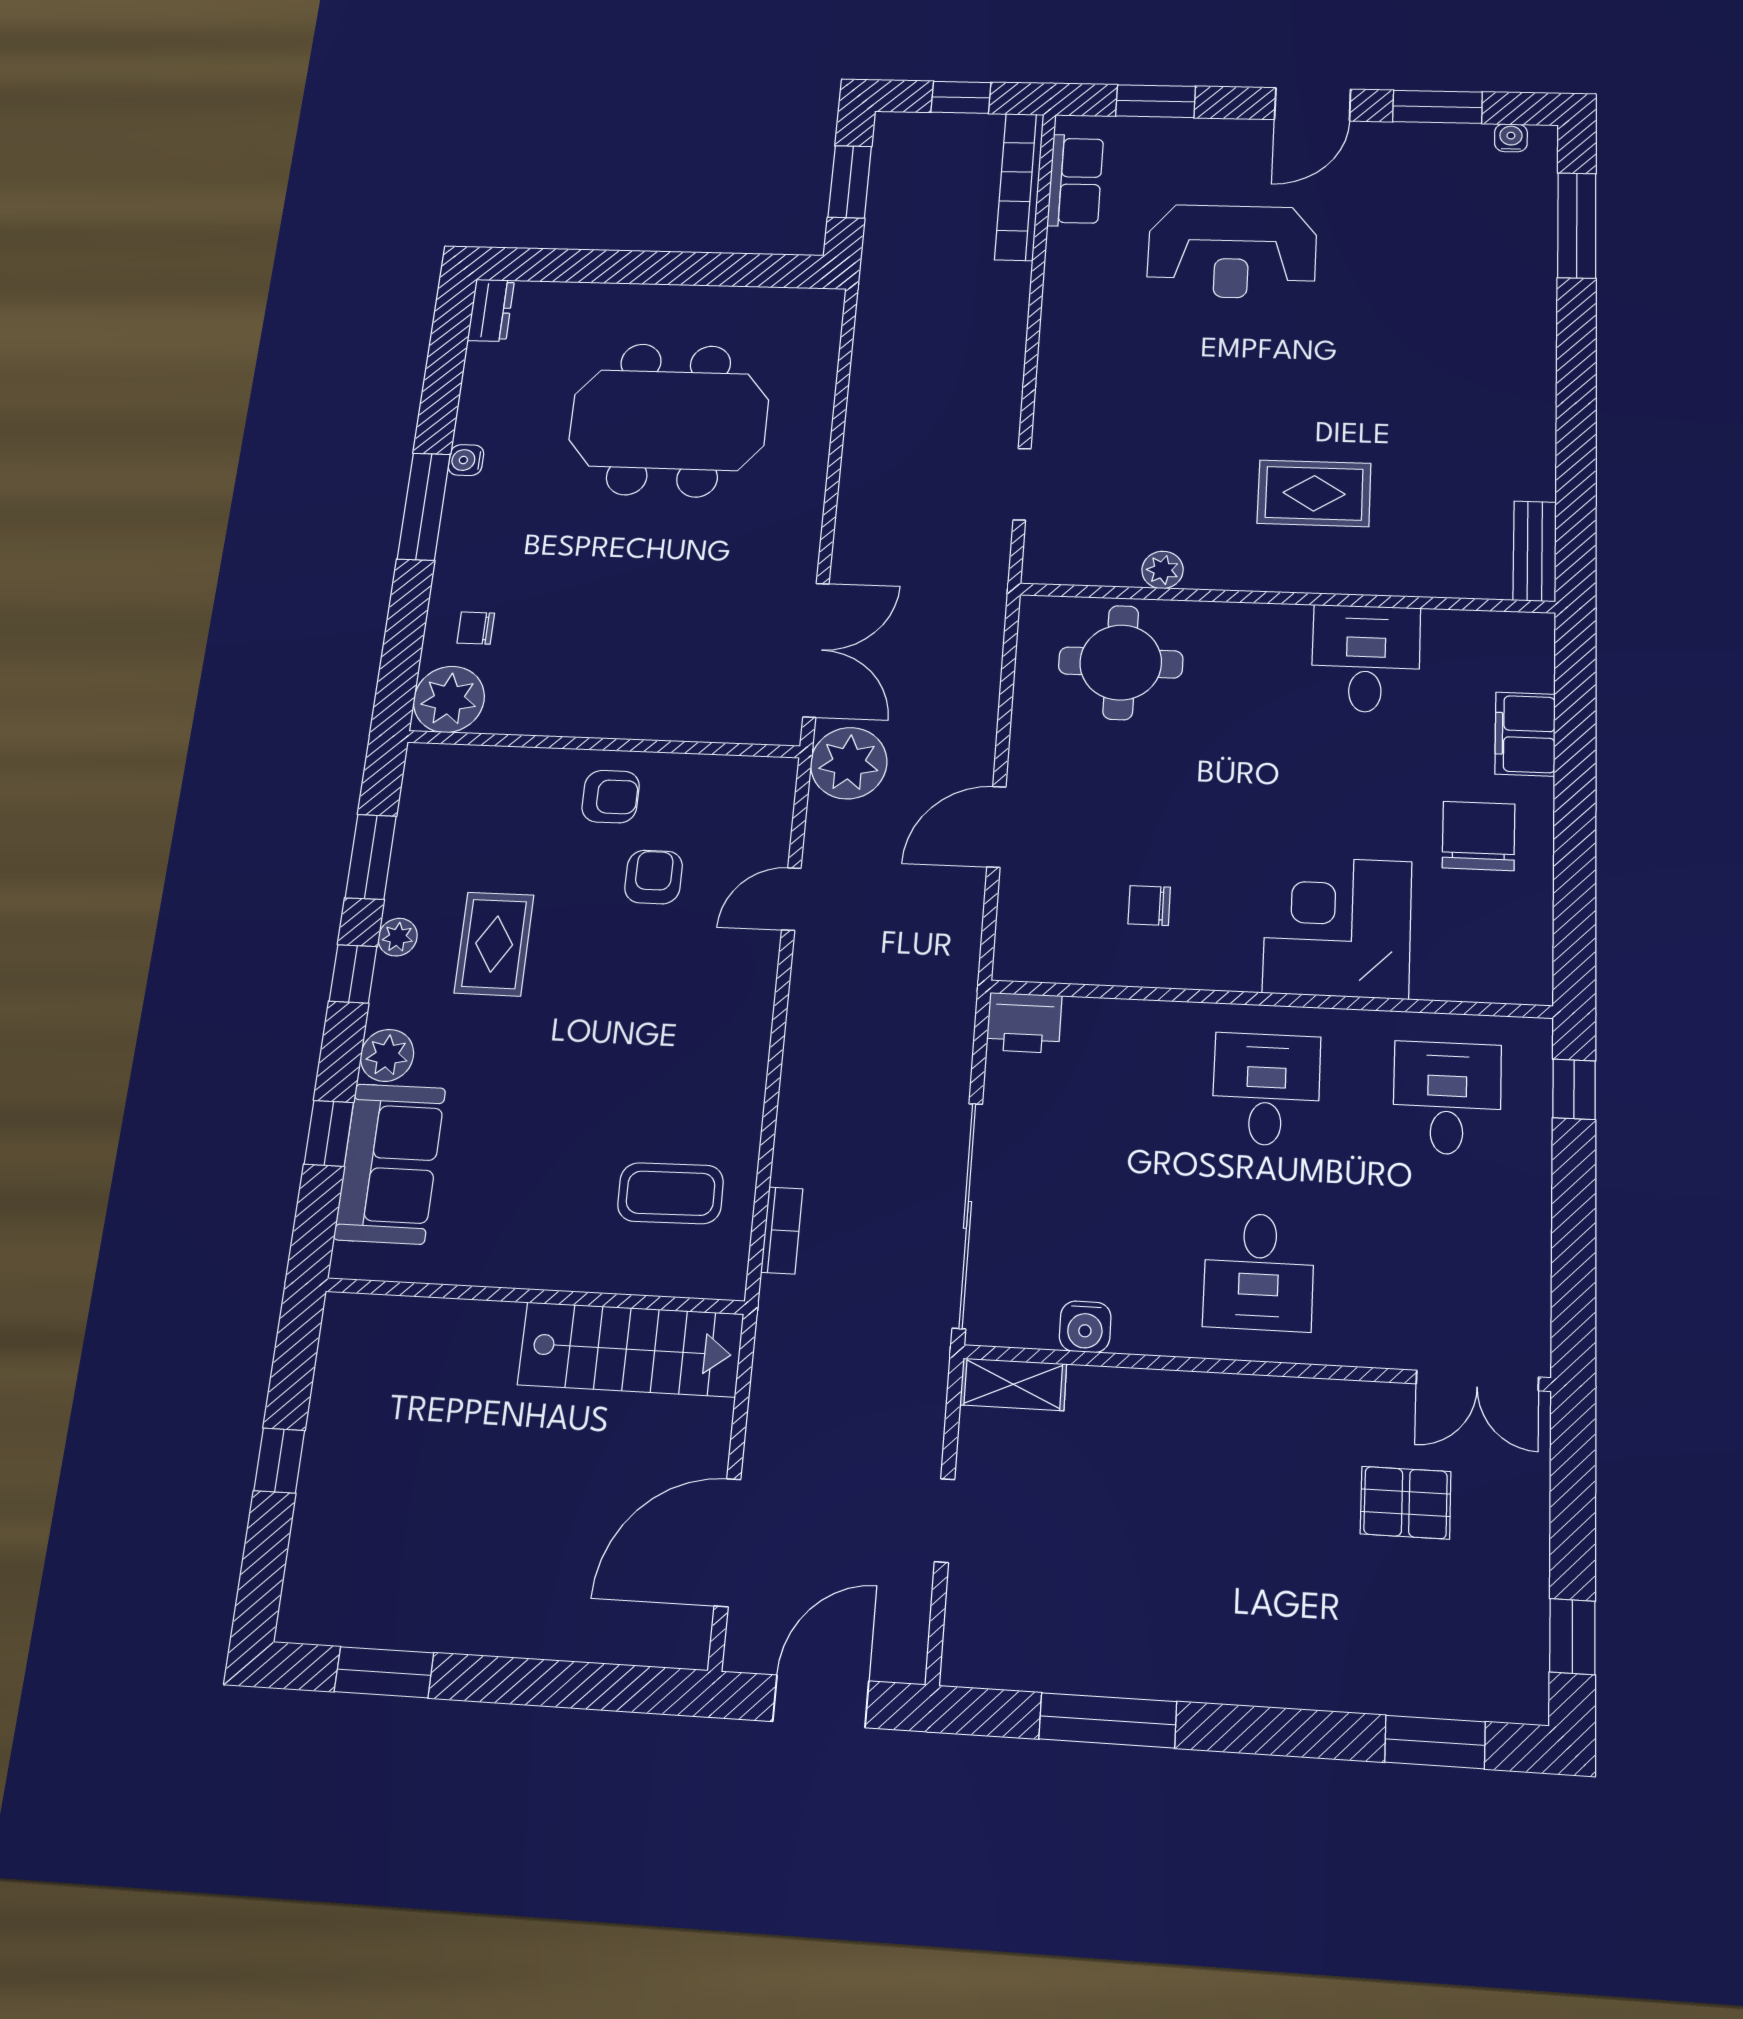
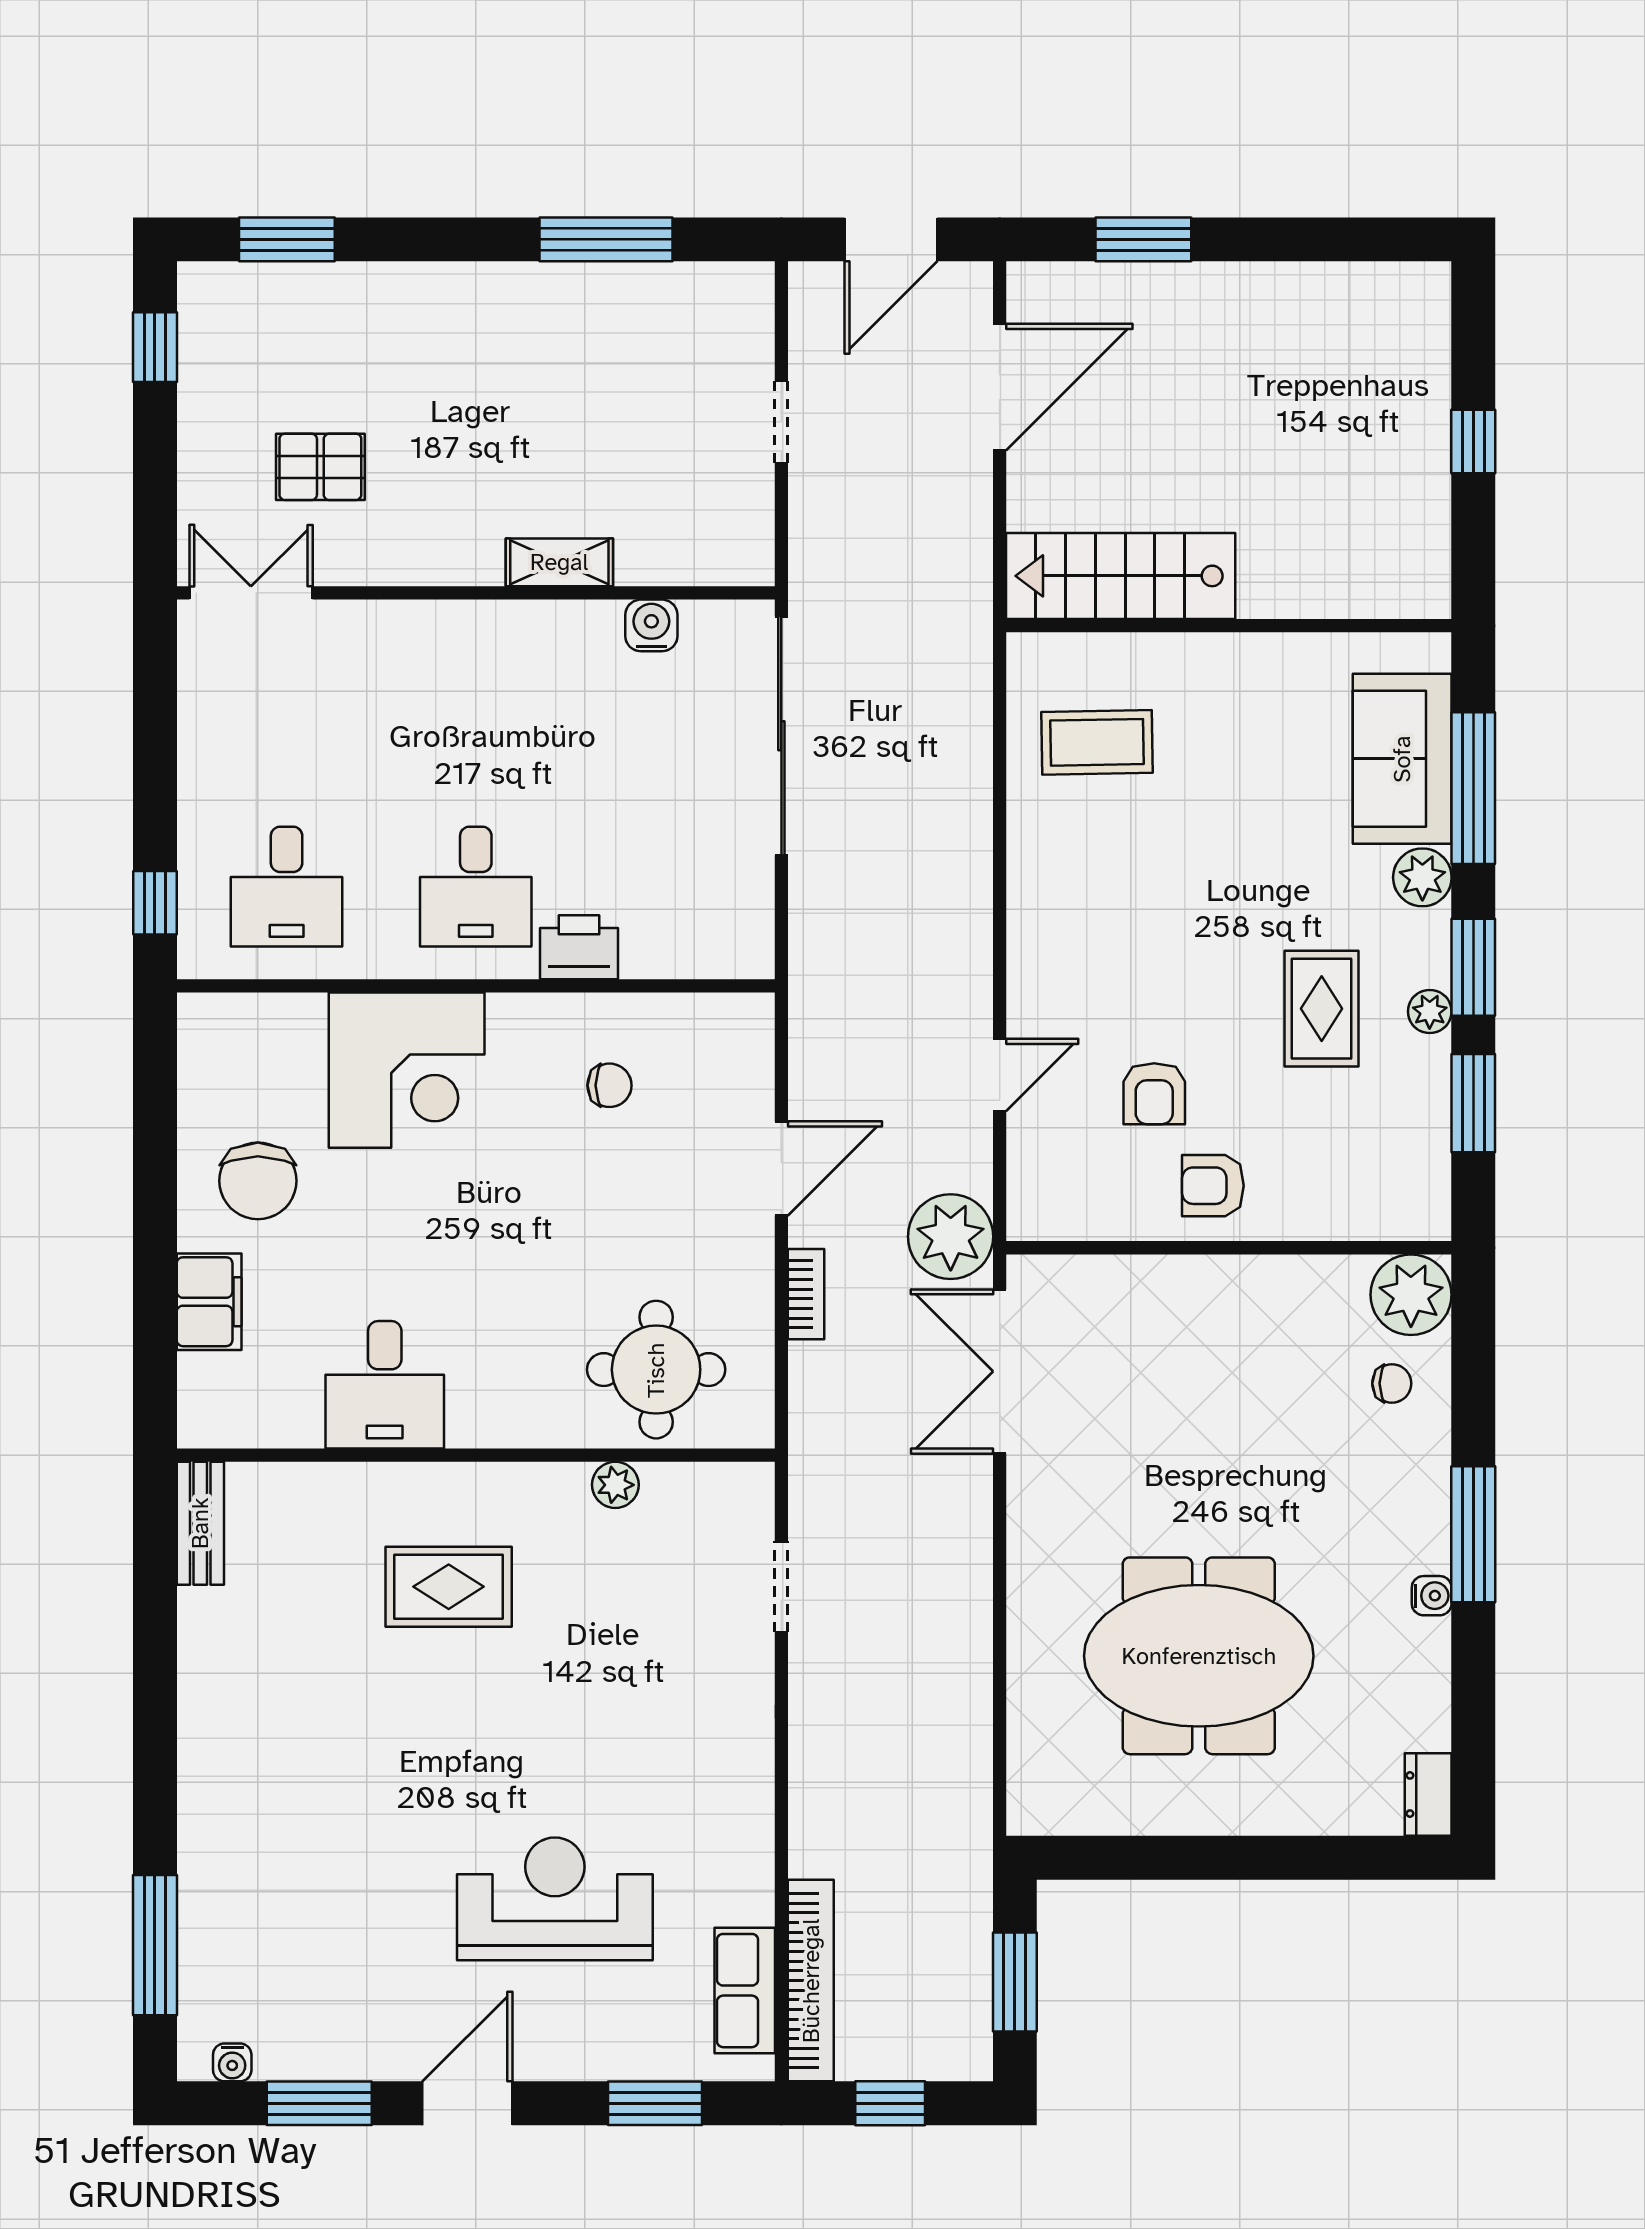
window: (353, 974) -> (1473, 967), width x1.50
printer: (1024, 1023) -> (579, 947), moved
window: (329, 1133) -> (1473, 788), width x2.17
bookcase: (782, 1230) -> (806, 1294), moved, turned 180
desk: (1259, 1272) -> (476, 692), removed
shelving: (1013, 1384) -> (559, 562), moved
window: (384, 1672) -> (1143, 239), moved

